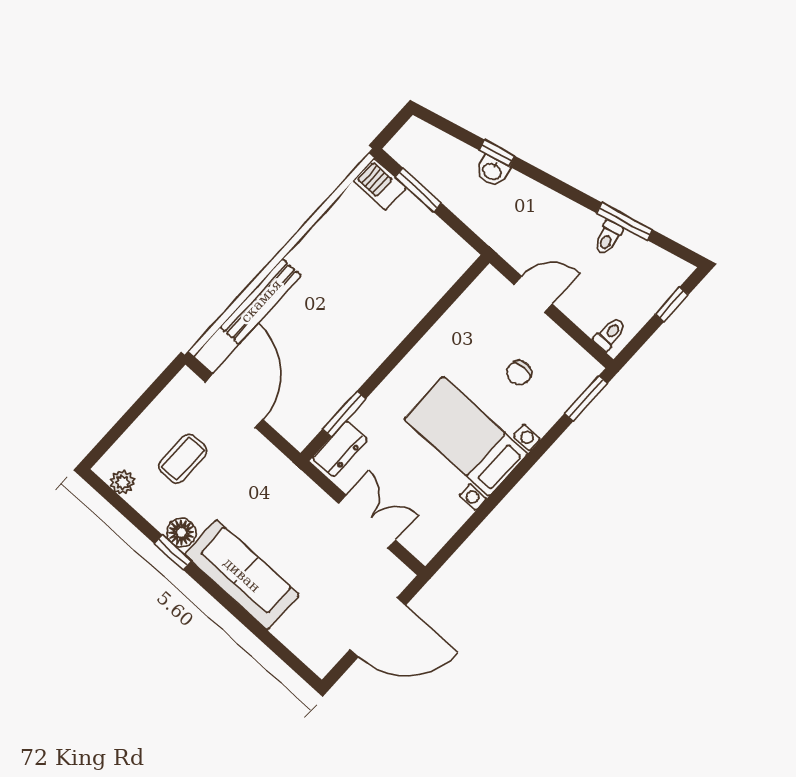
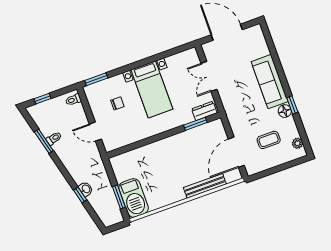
barbecue: (380, 184) -> (134, 198), width x1.88, depth x1.53

